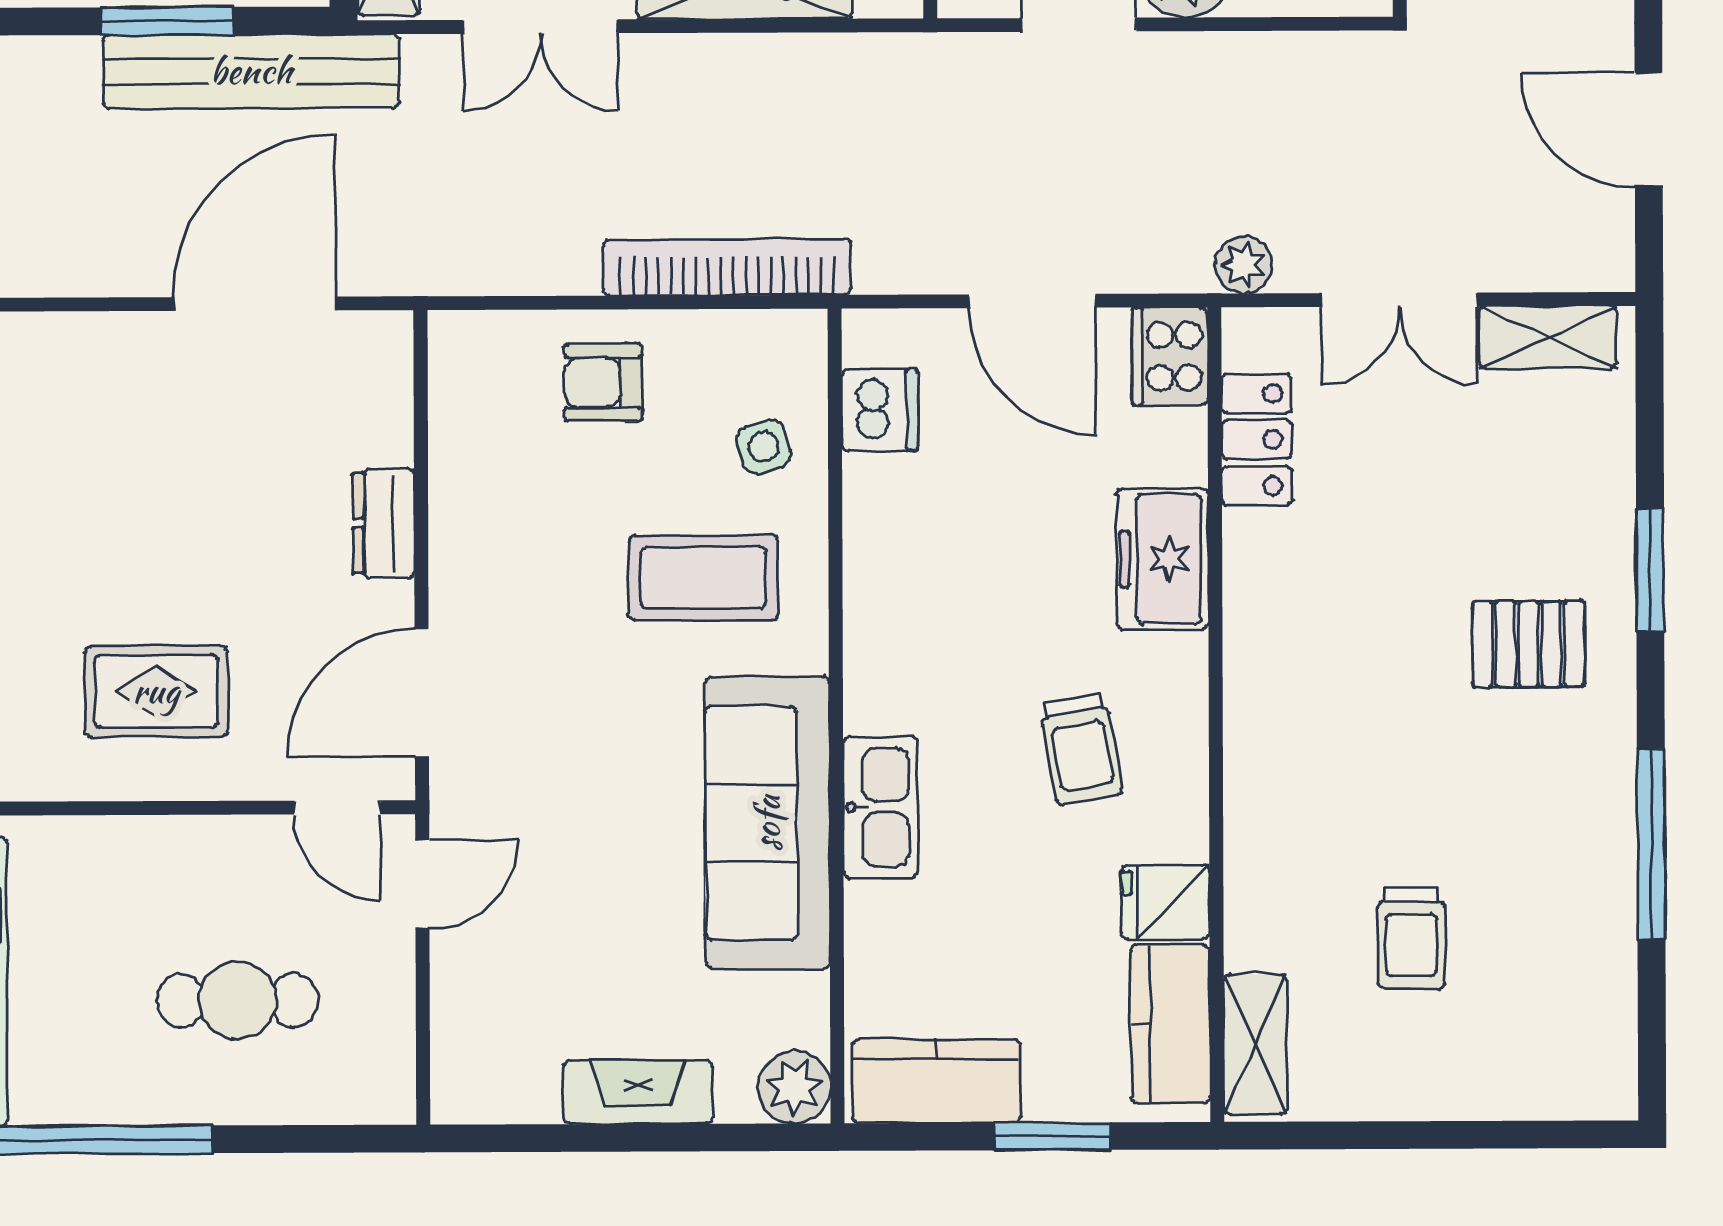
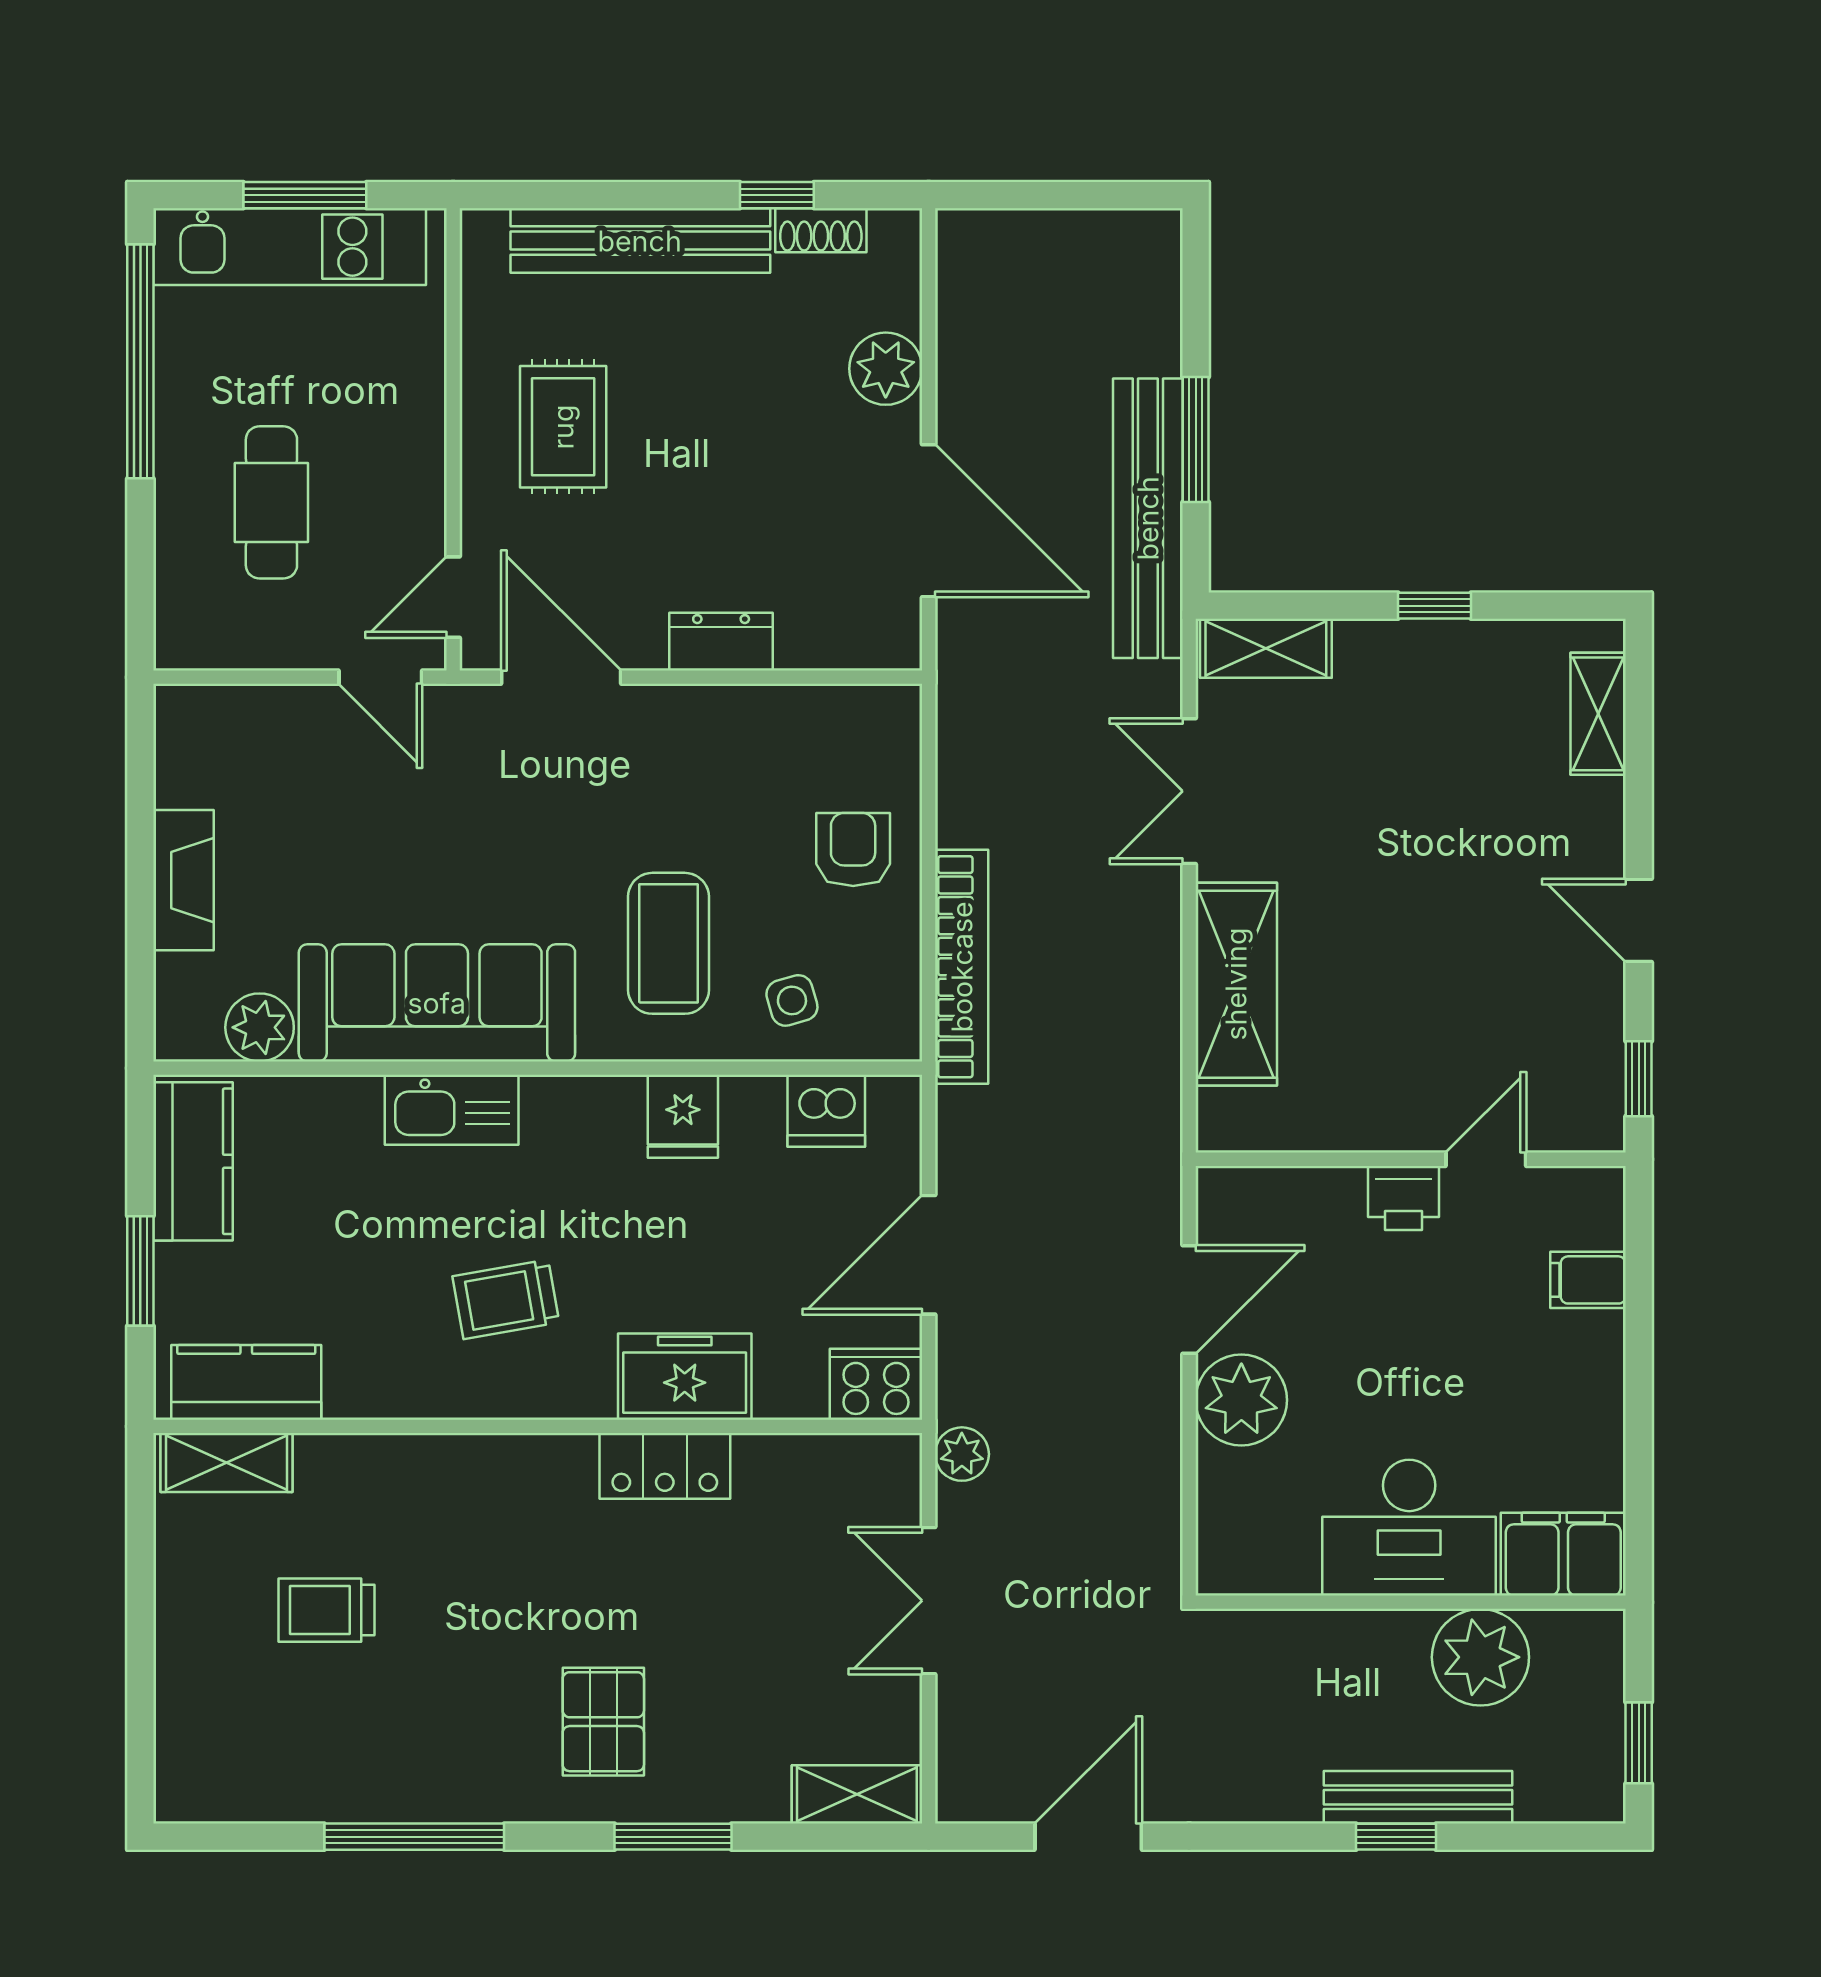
shelving: (1548, 337) -> (857, 1794), moved, turned 90
plant: (93, 350) -> (886, 369), added
locker: (1257, 440) -> (665, 1466), moved
fridge: (1165, 902) -> (683, 1116), moved, turned 180
plant: (794, 1087) -> (260, 1027), moved

